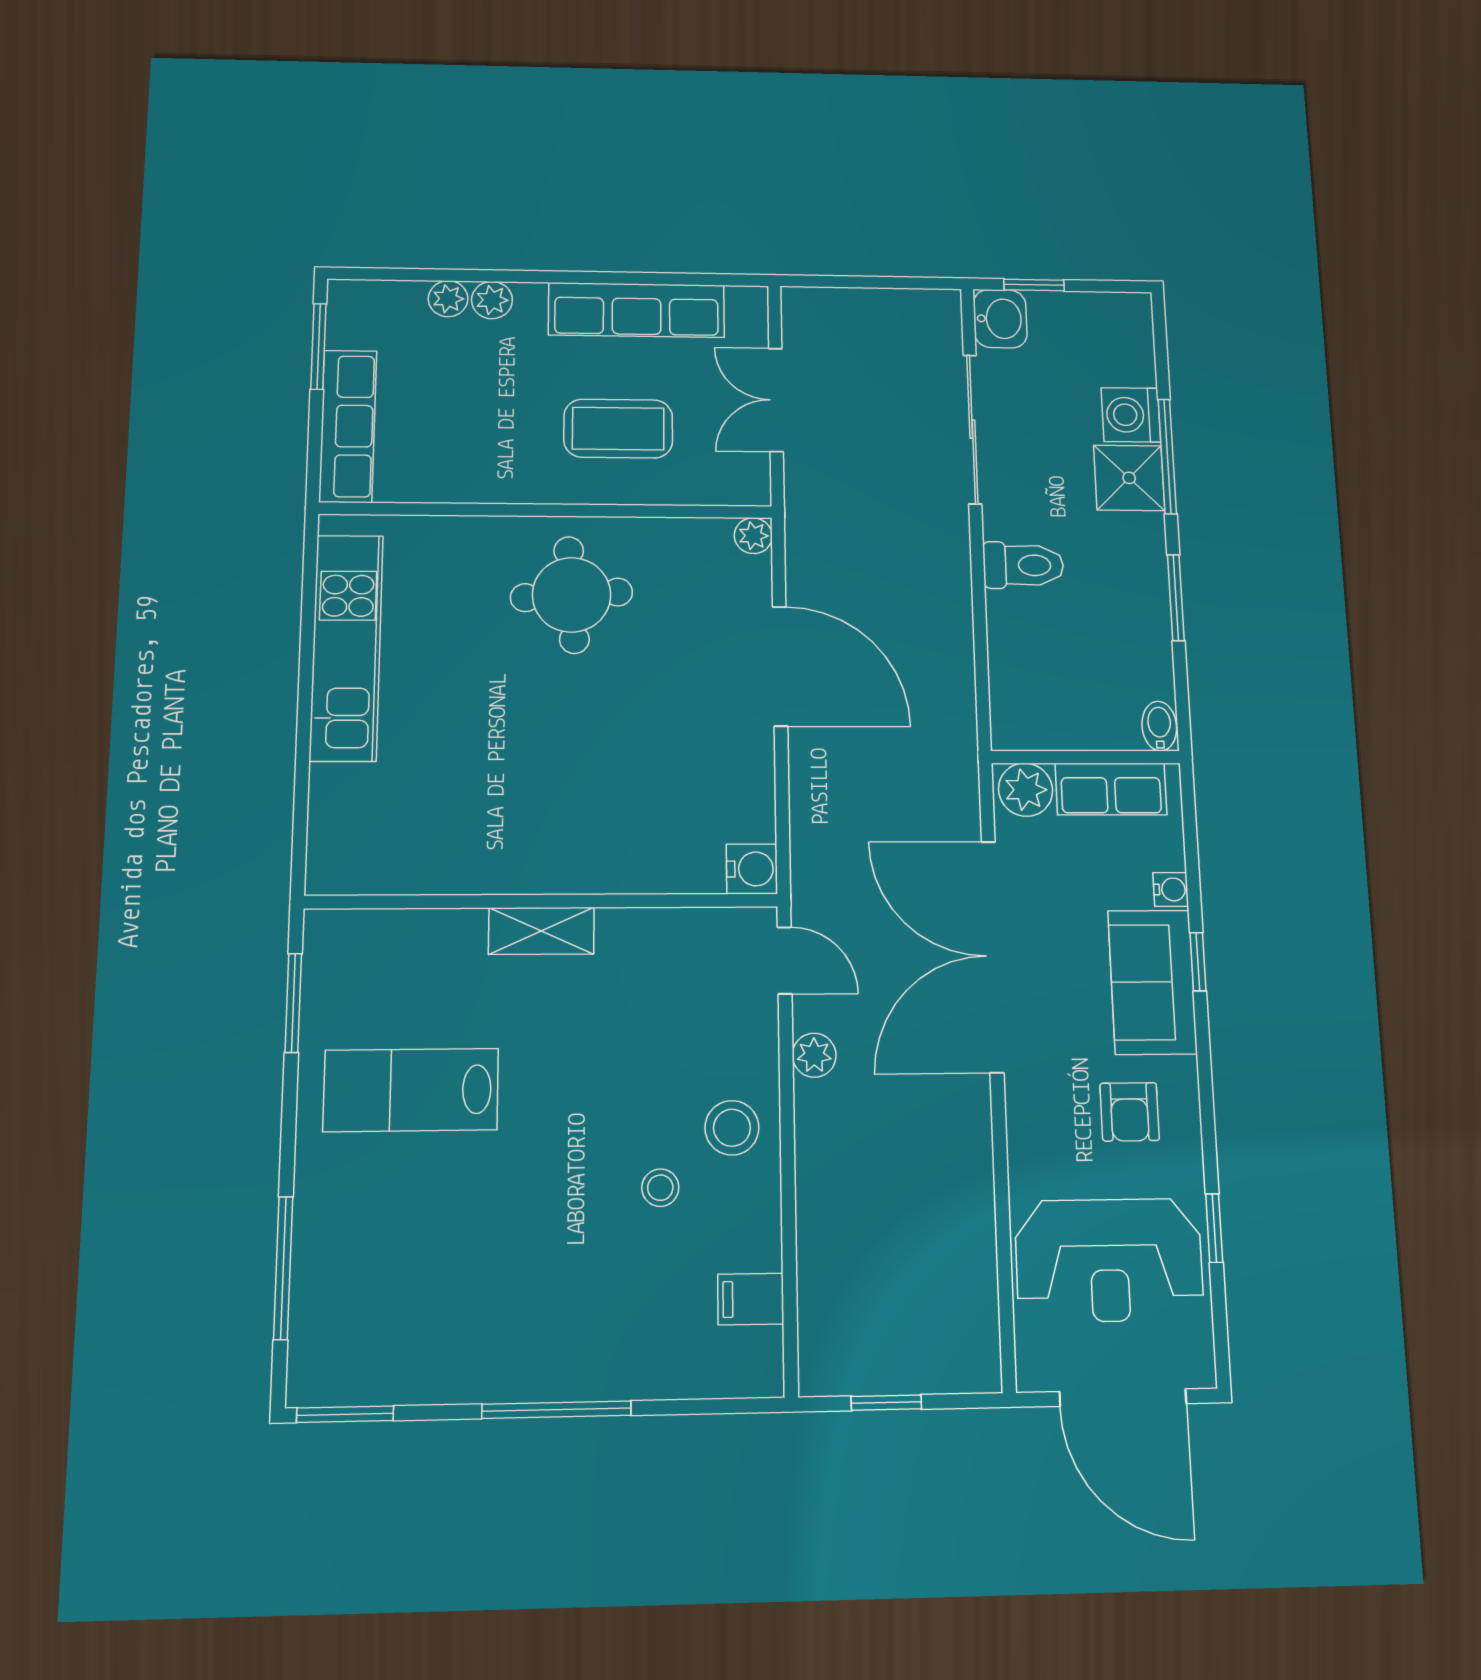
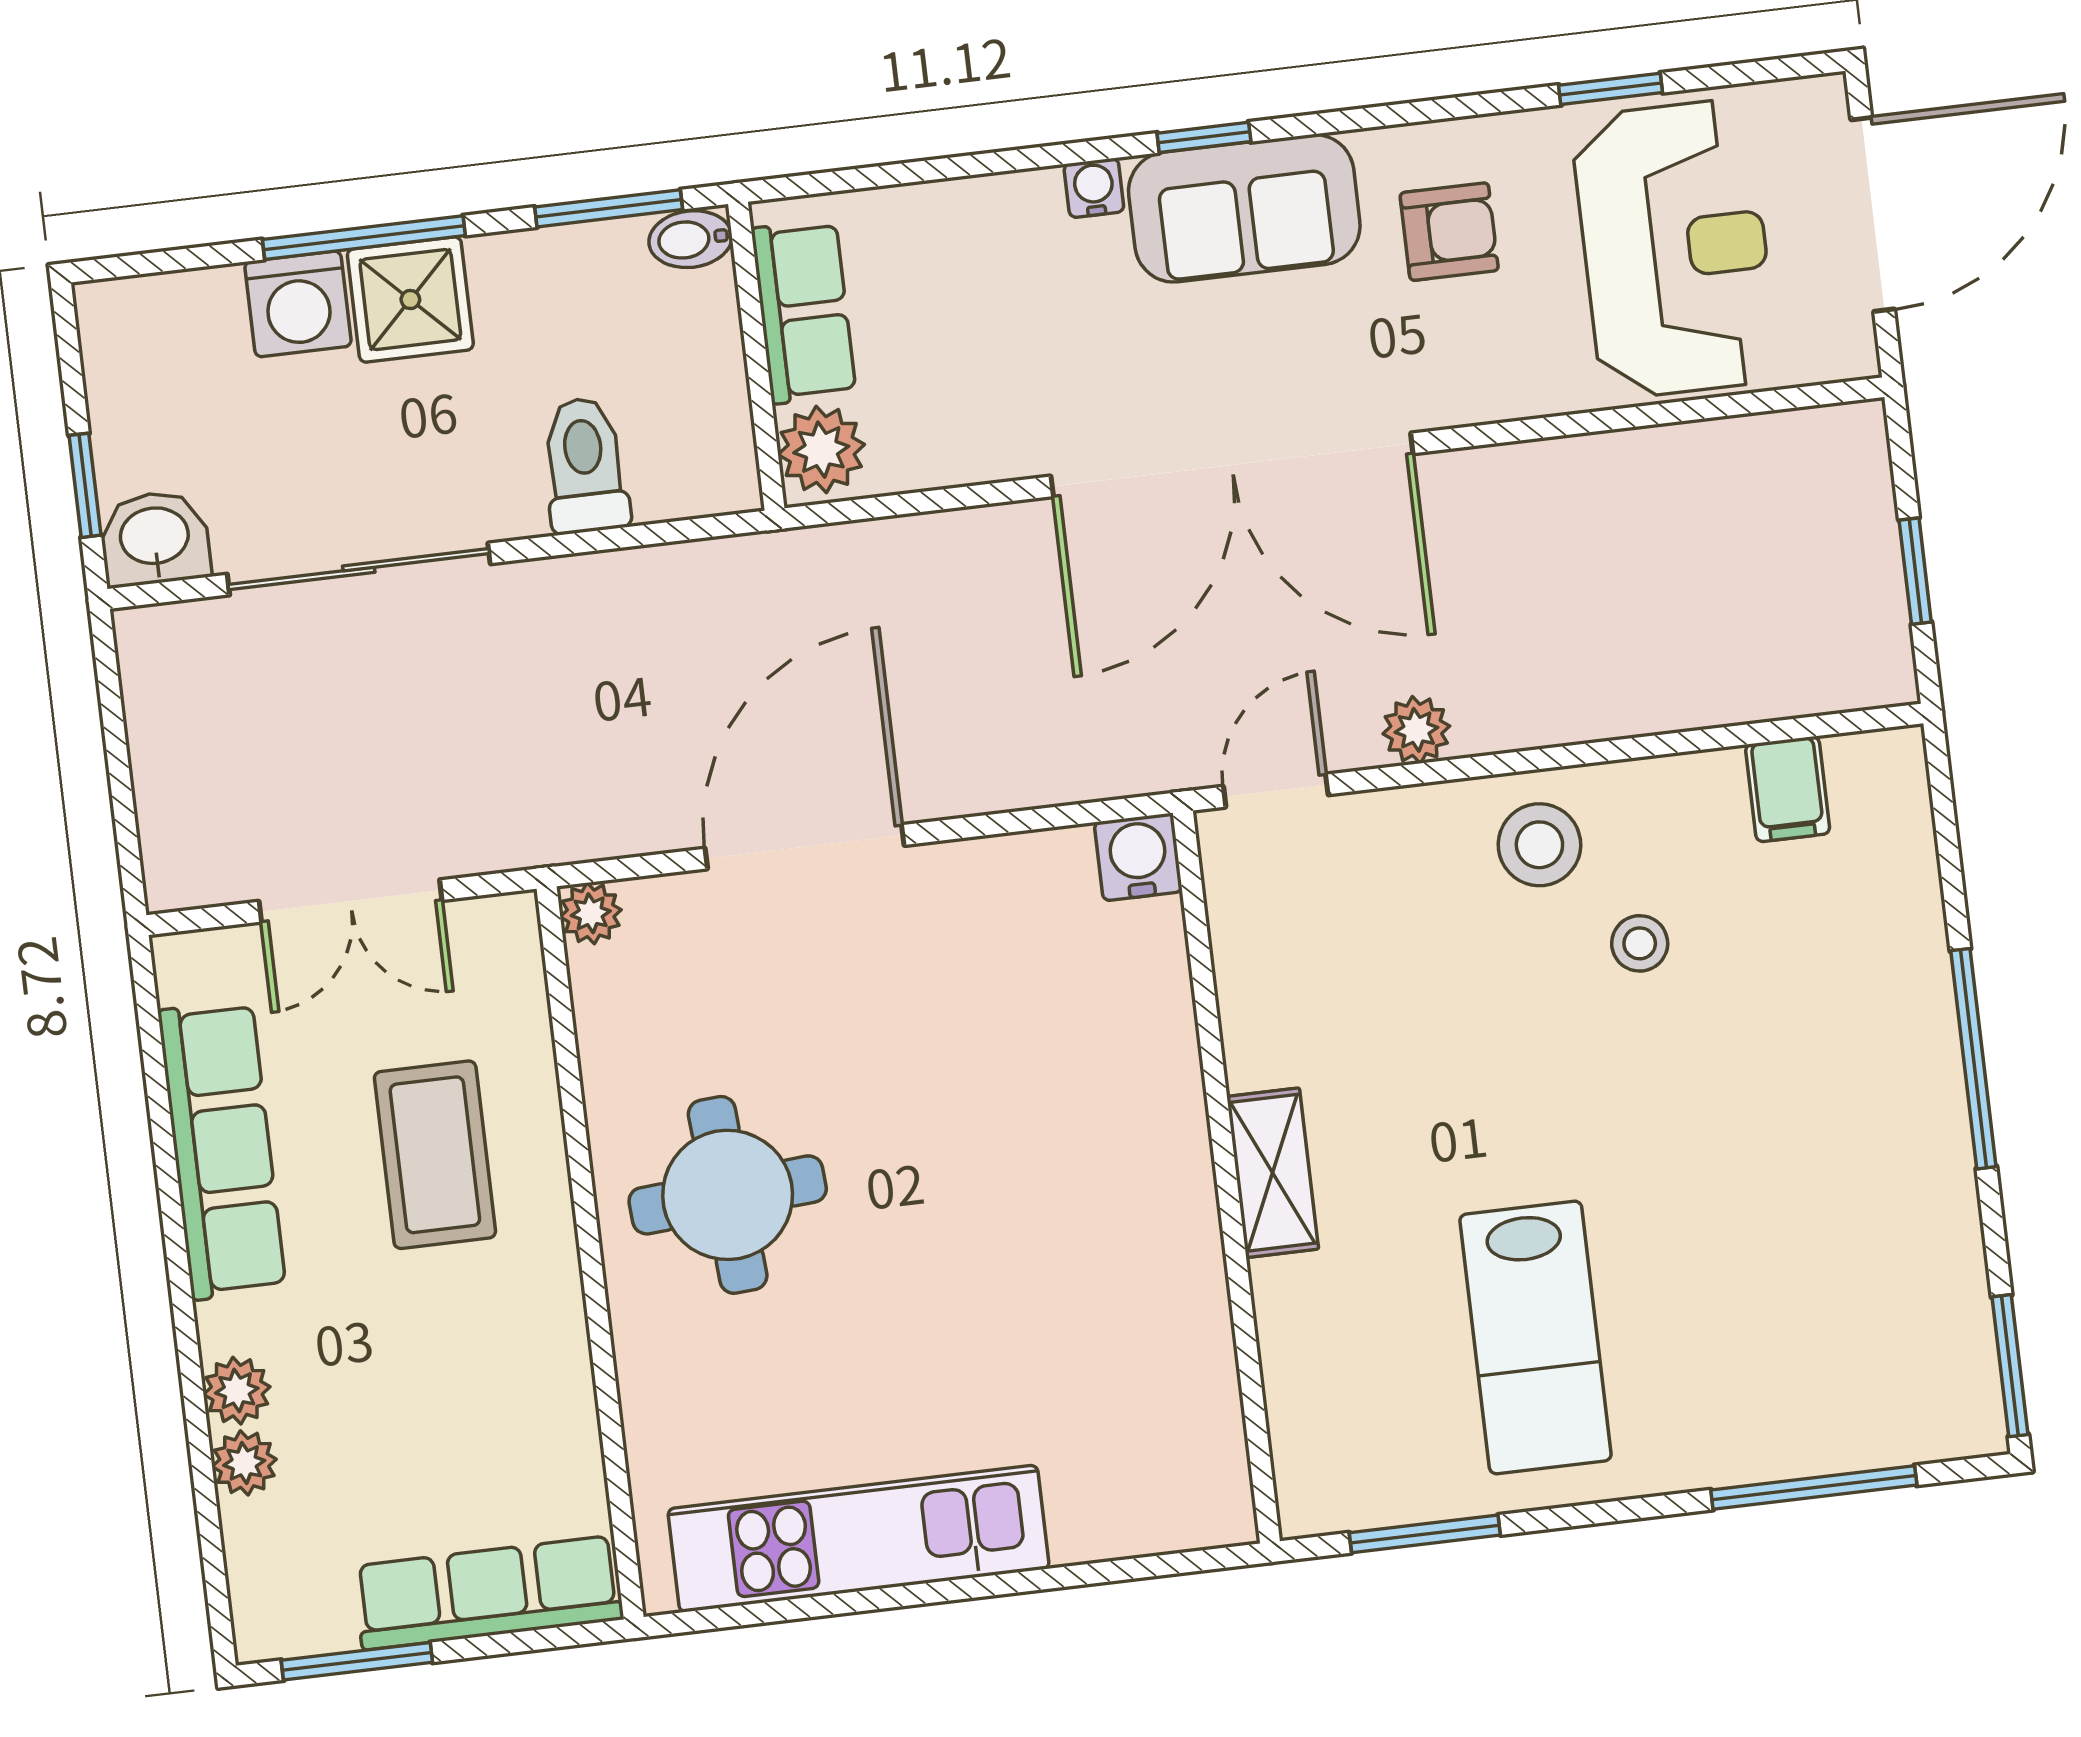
bidet: (1159, 726) -> (690, 239), moved
wall: (1086, 757) -> (756, 356), moved
row of seats: (1111, 789) -> (804, 311), moved
plant: (1026, 790) -> (821, 450), moved

